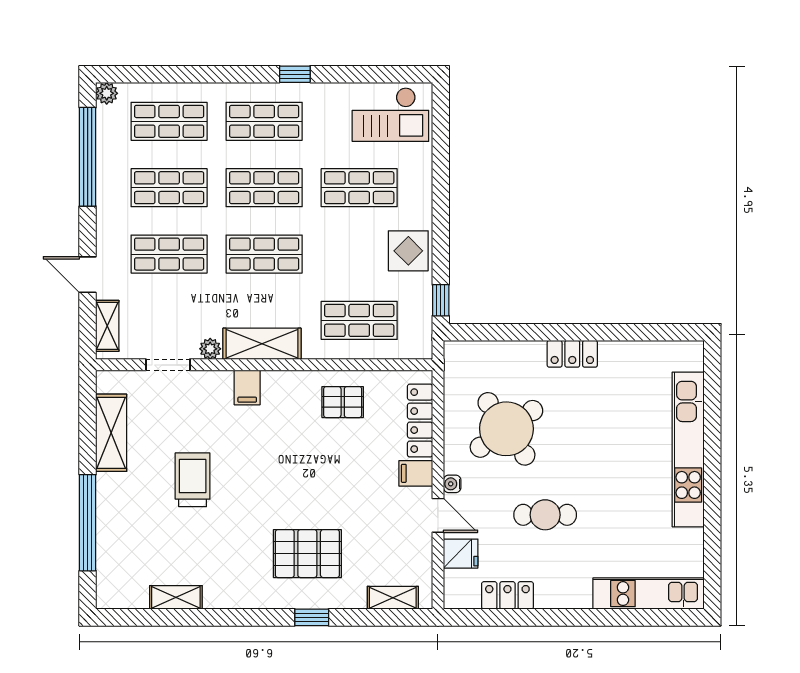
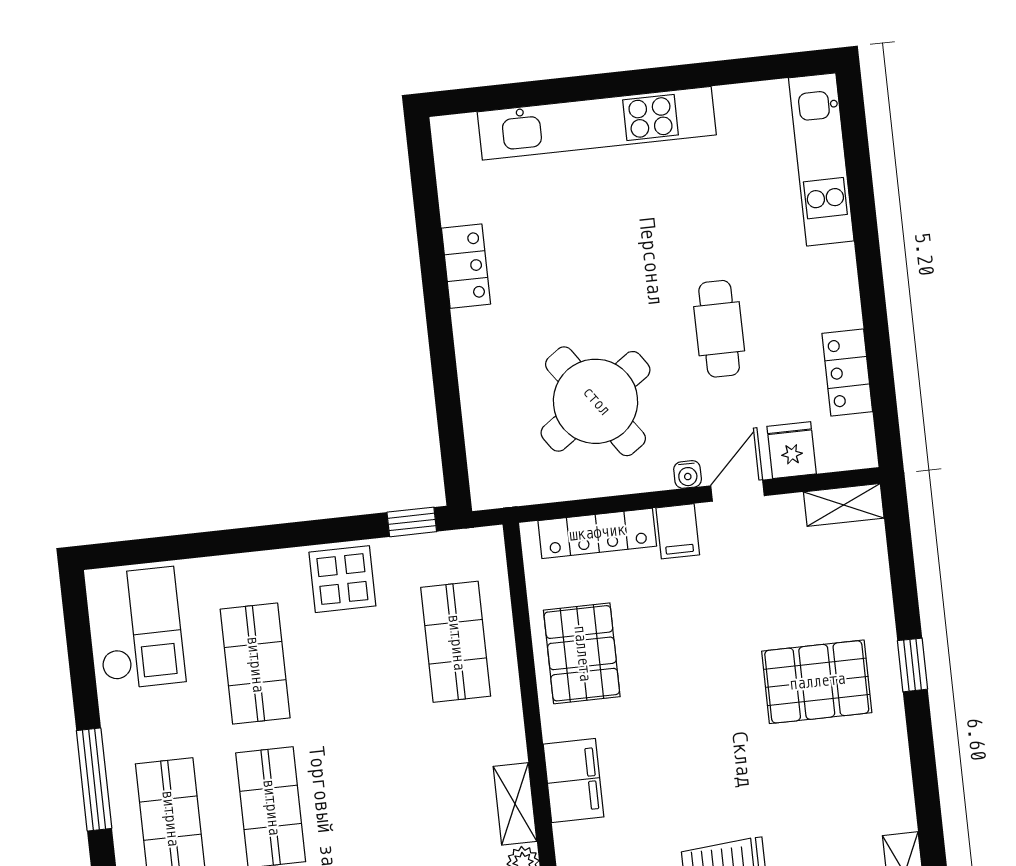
window: (295, 74) -> (94, 779), width x2.17
shop shelf: (264, 254) -> (371, 796), removed
shelving: (262, 344) -> (515, 804), width x0.67, depth x0.75
locker: (572, 354) -> (466, 266), moved
filing cabinet: (247, 388) -> (573, 781), width x2.00
pallet: (343, 402) -> (582, 653), width x1.50, depth x1.42
pallet: (307, 554) -> (817, 682), turned 90
shelving: (393, 598) -> (844, 505), moved, turned 90

